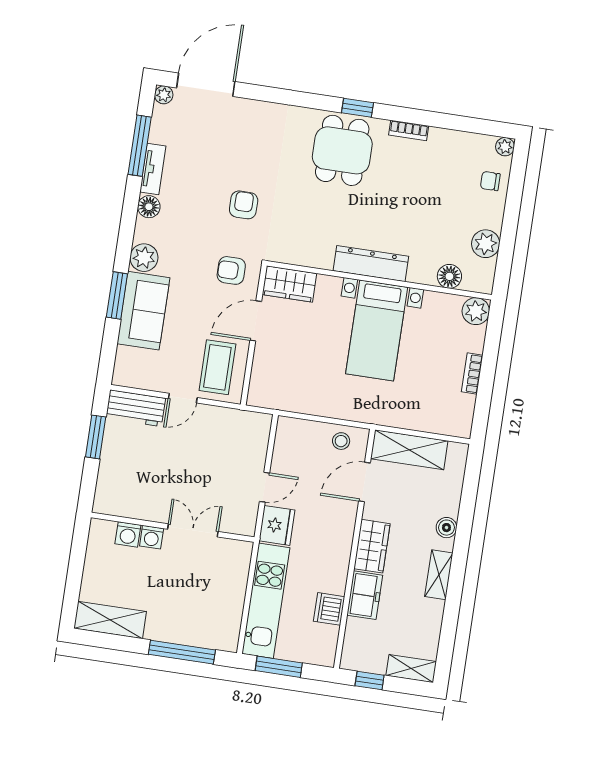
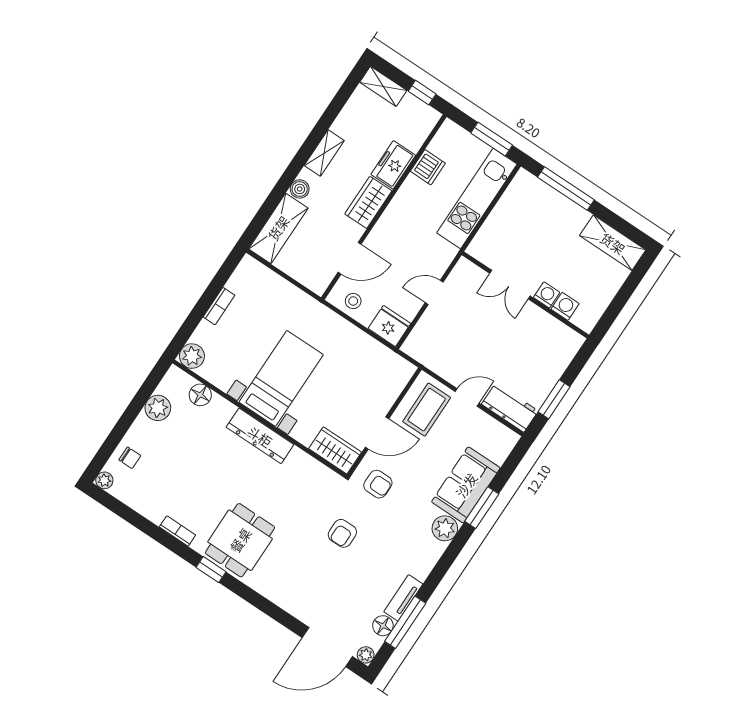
floor lamp: (149, 207) -> (383, 626), moved
shelving: (409, 450) -> (278, 228), moved, turned 90
fridge: (277, 525) -> (389, 326), moved, turned 90

